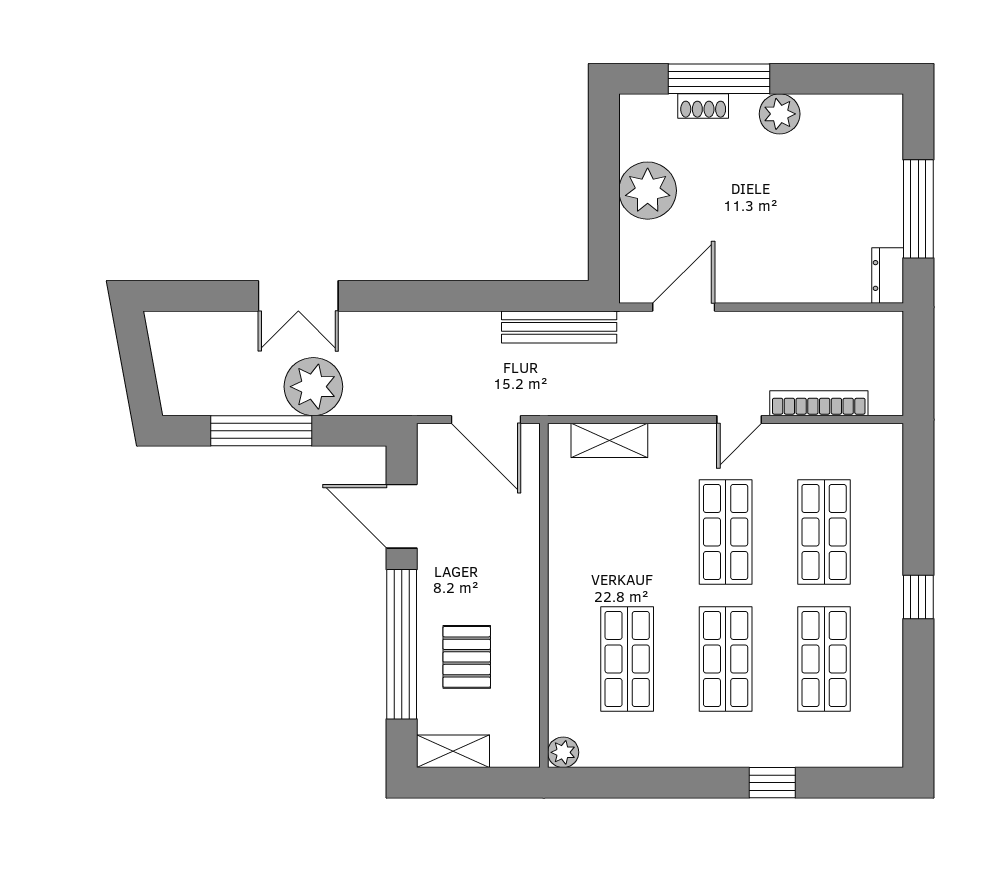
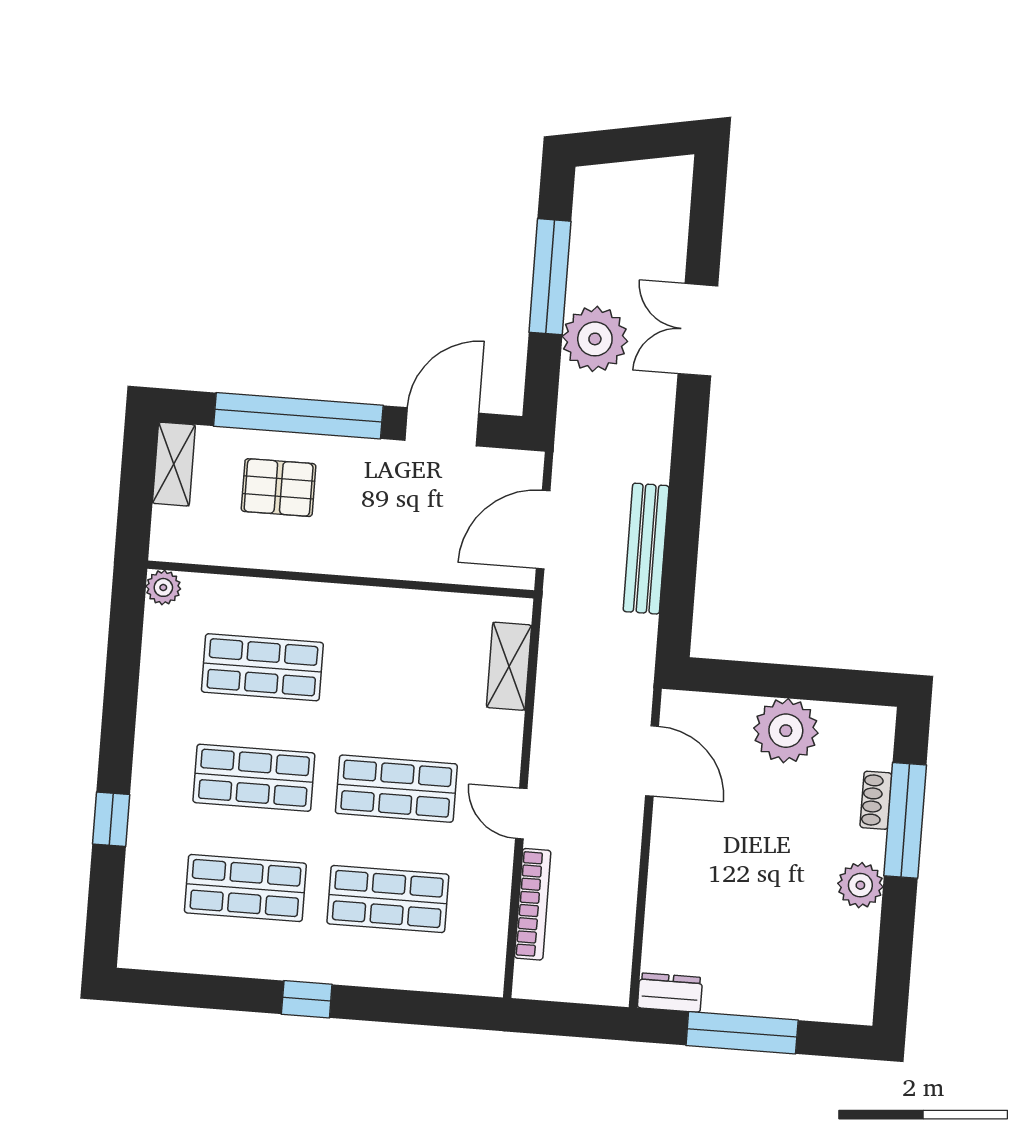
bench: (559, 327) -> (646, 549), moved

